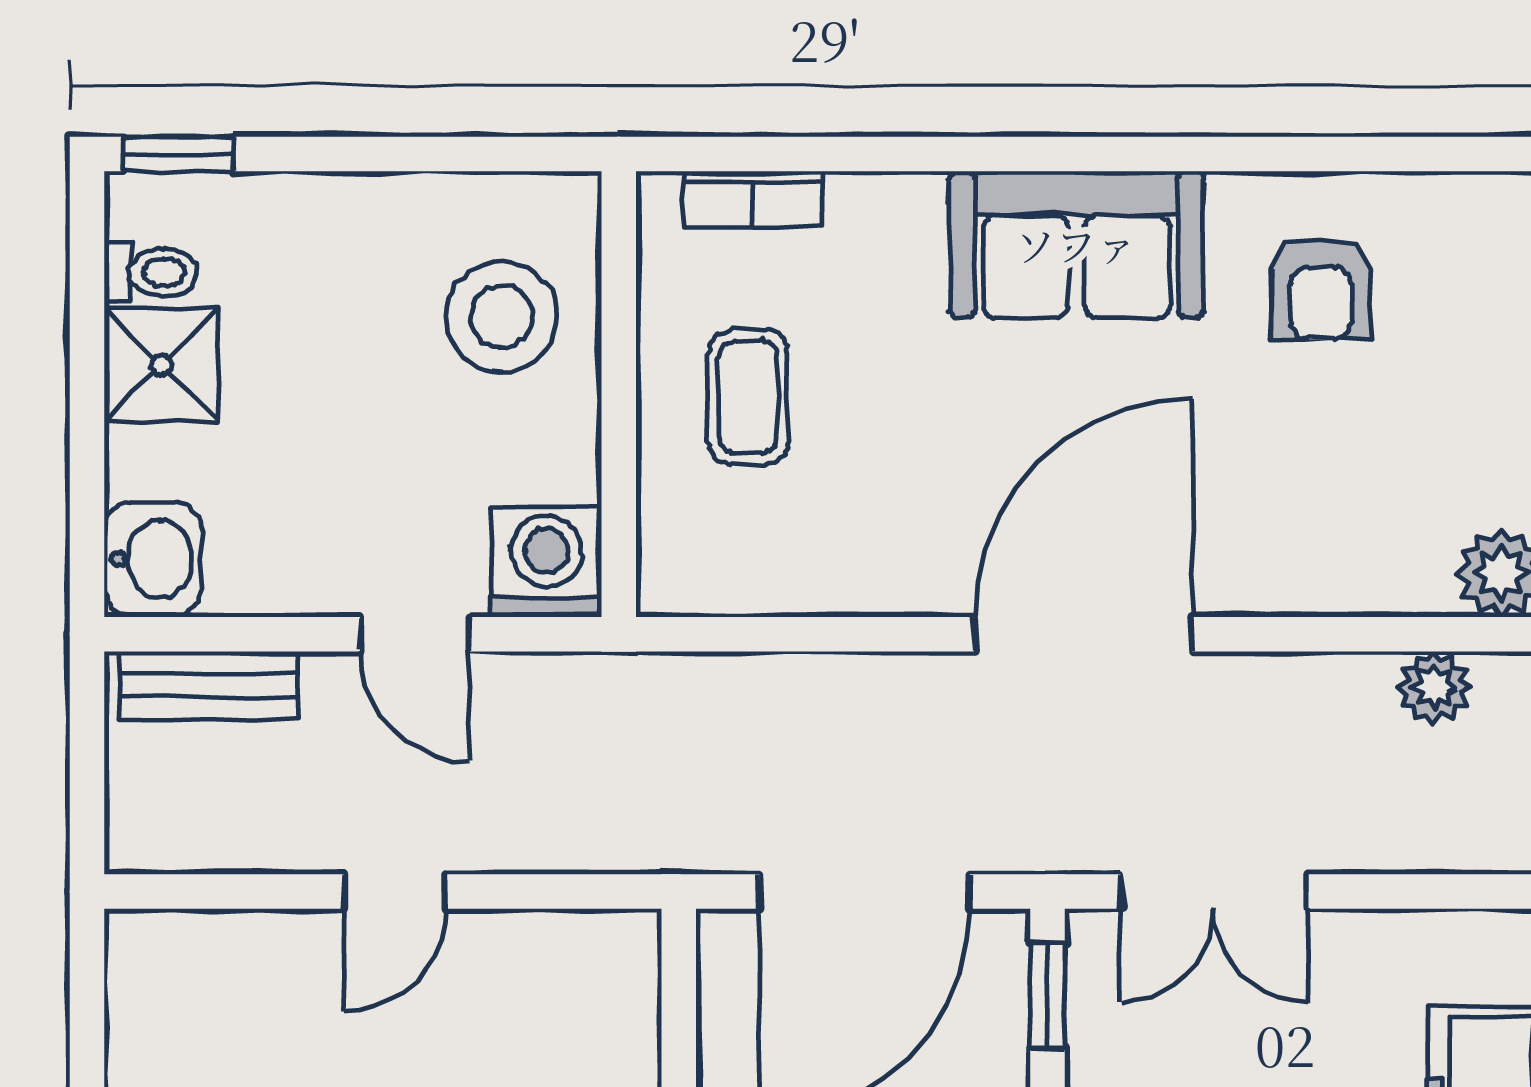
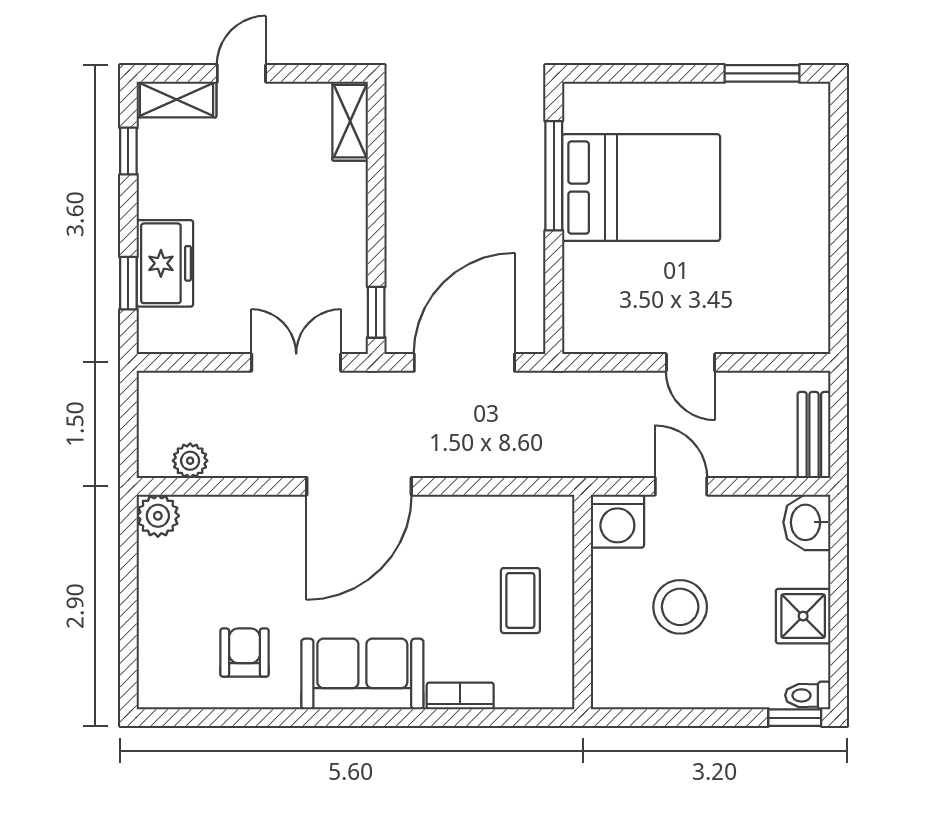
bookcase: (753, 199) -> (460, 696), moved
toilet: (151, 272) -> (808, 695), moved
stool: (502, 317) -> (680, 607), moved
bench: (209, 685) -> (814, 435), moved, turned 90
door: (395, 891) -> (691, 362), swing flipped

